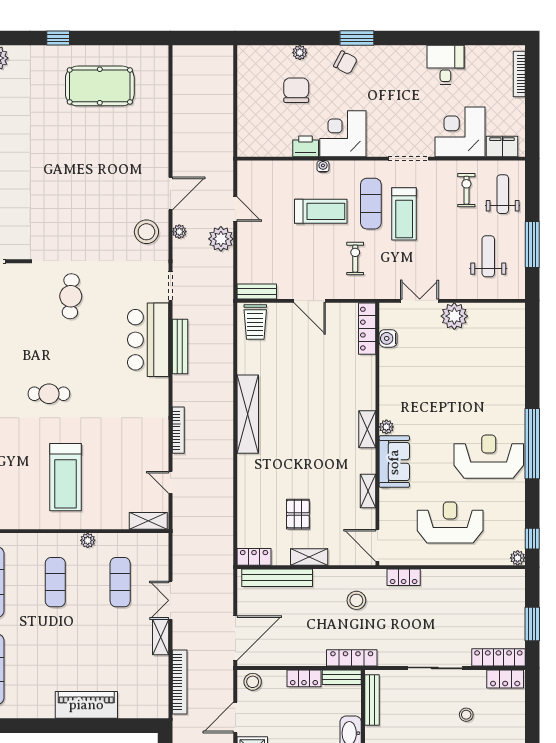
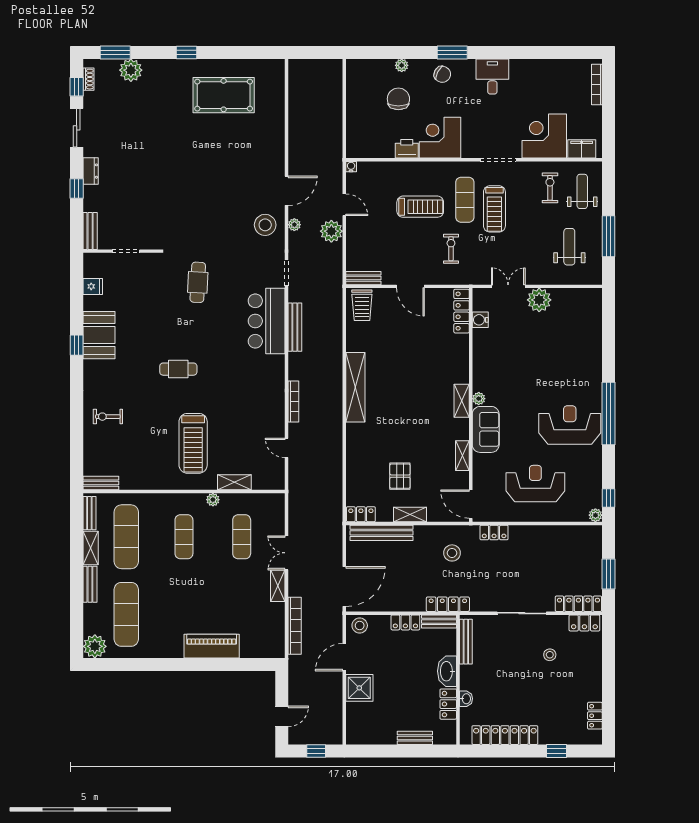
desk: (445, 65) -> (492, 77), moved
water cooler: (323, 166) -> (351, 167), moved
shelving: (148, 521) -> (234, 482), moved

